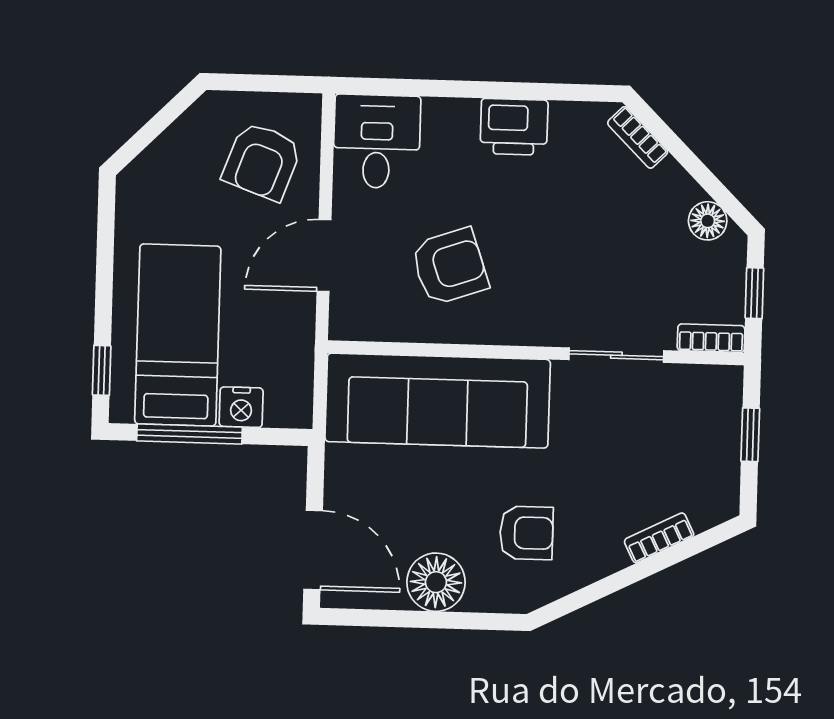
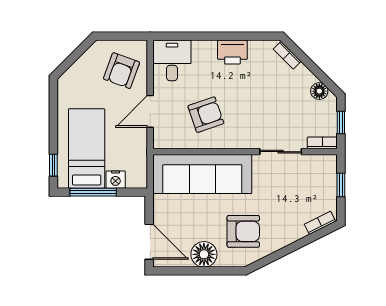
armchair: (526, 533) -> (243, 231), width x1.38, depth x1.38
bookcase: (659, 538) -> (320, 223), moved

